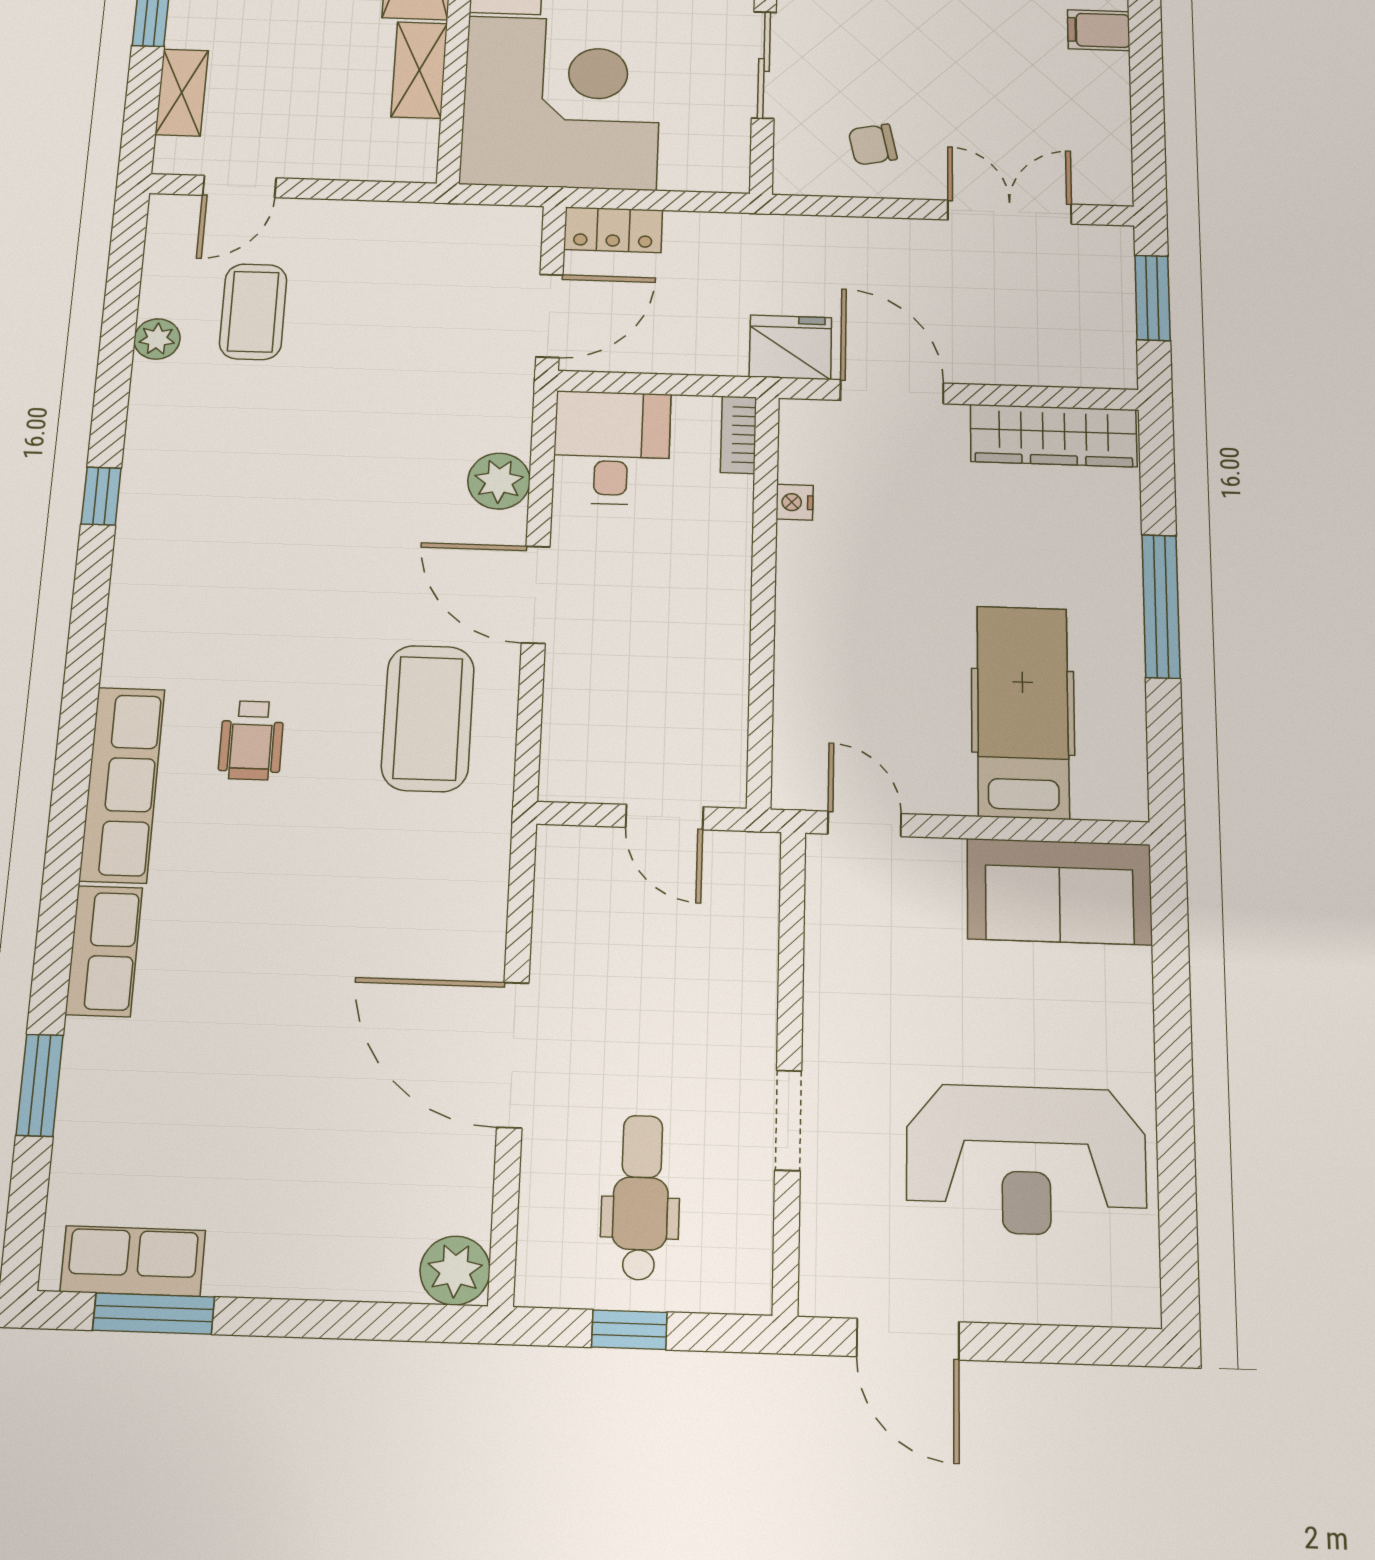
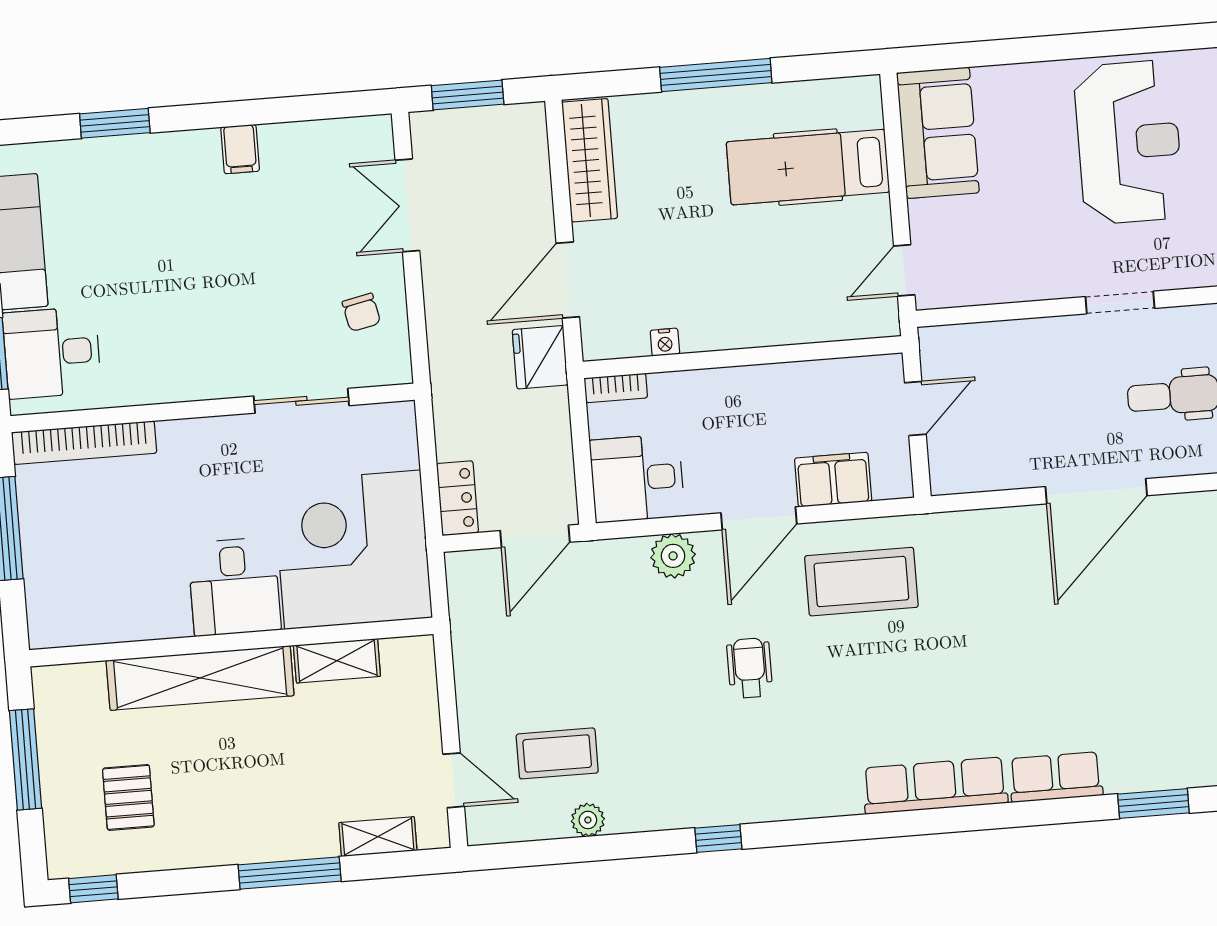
door: (549, 316) -> (535, 536), swing flipped
filing cabinet: (577, 697) -> (833, 480), added
wheelchair: (251, 740) -> (750, 668), moved, turned -90

